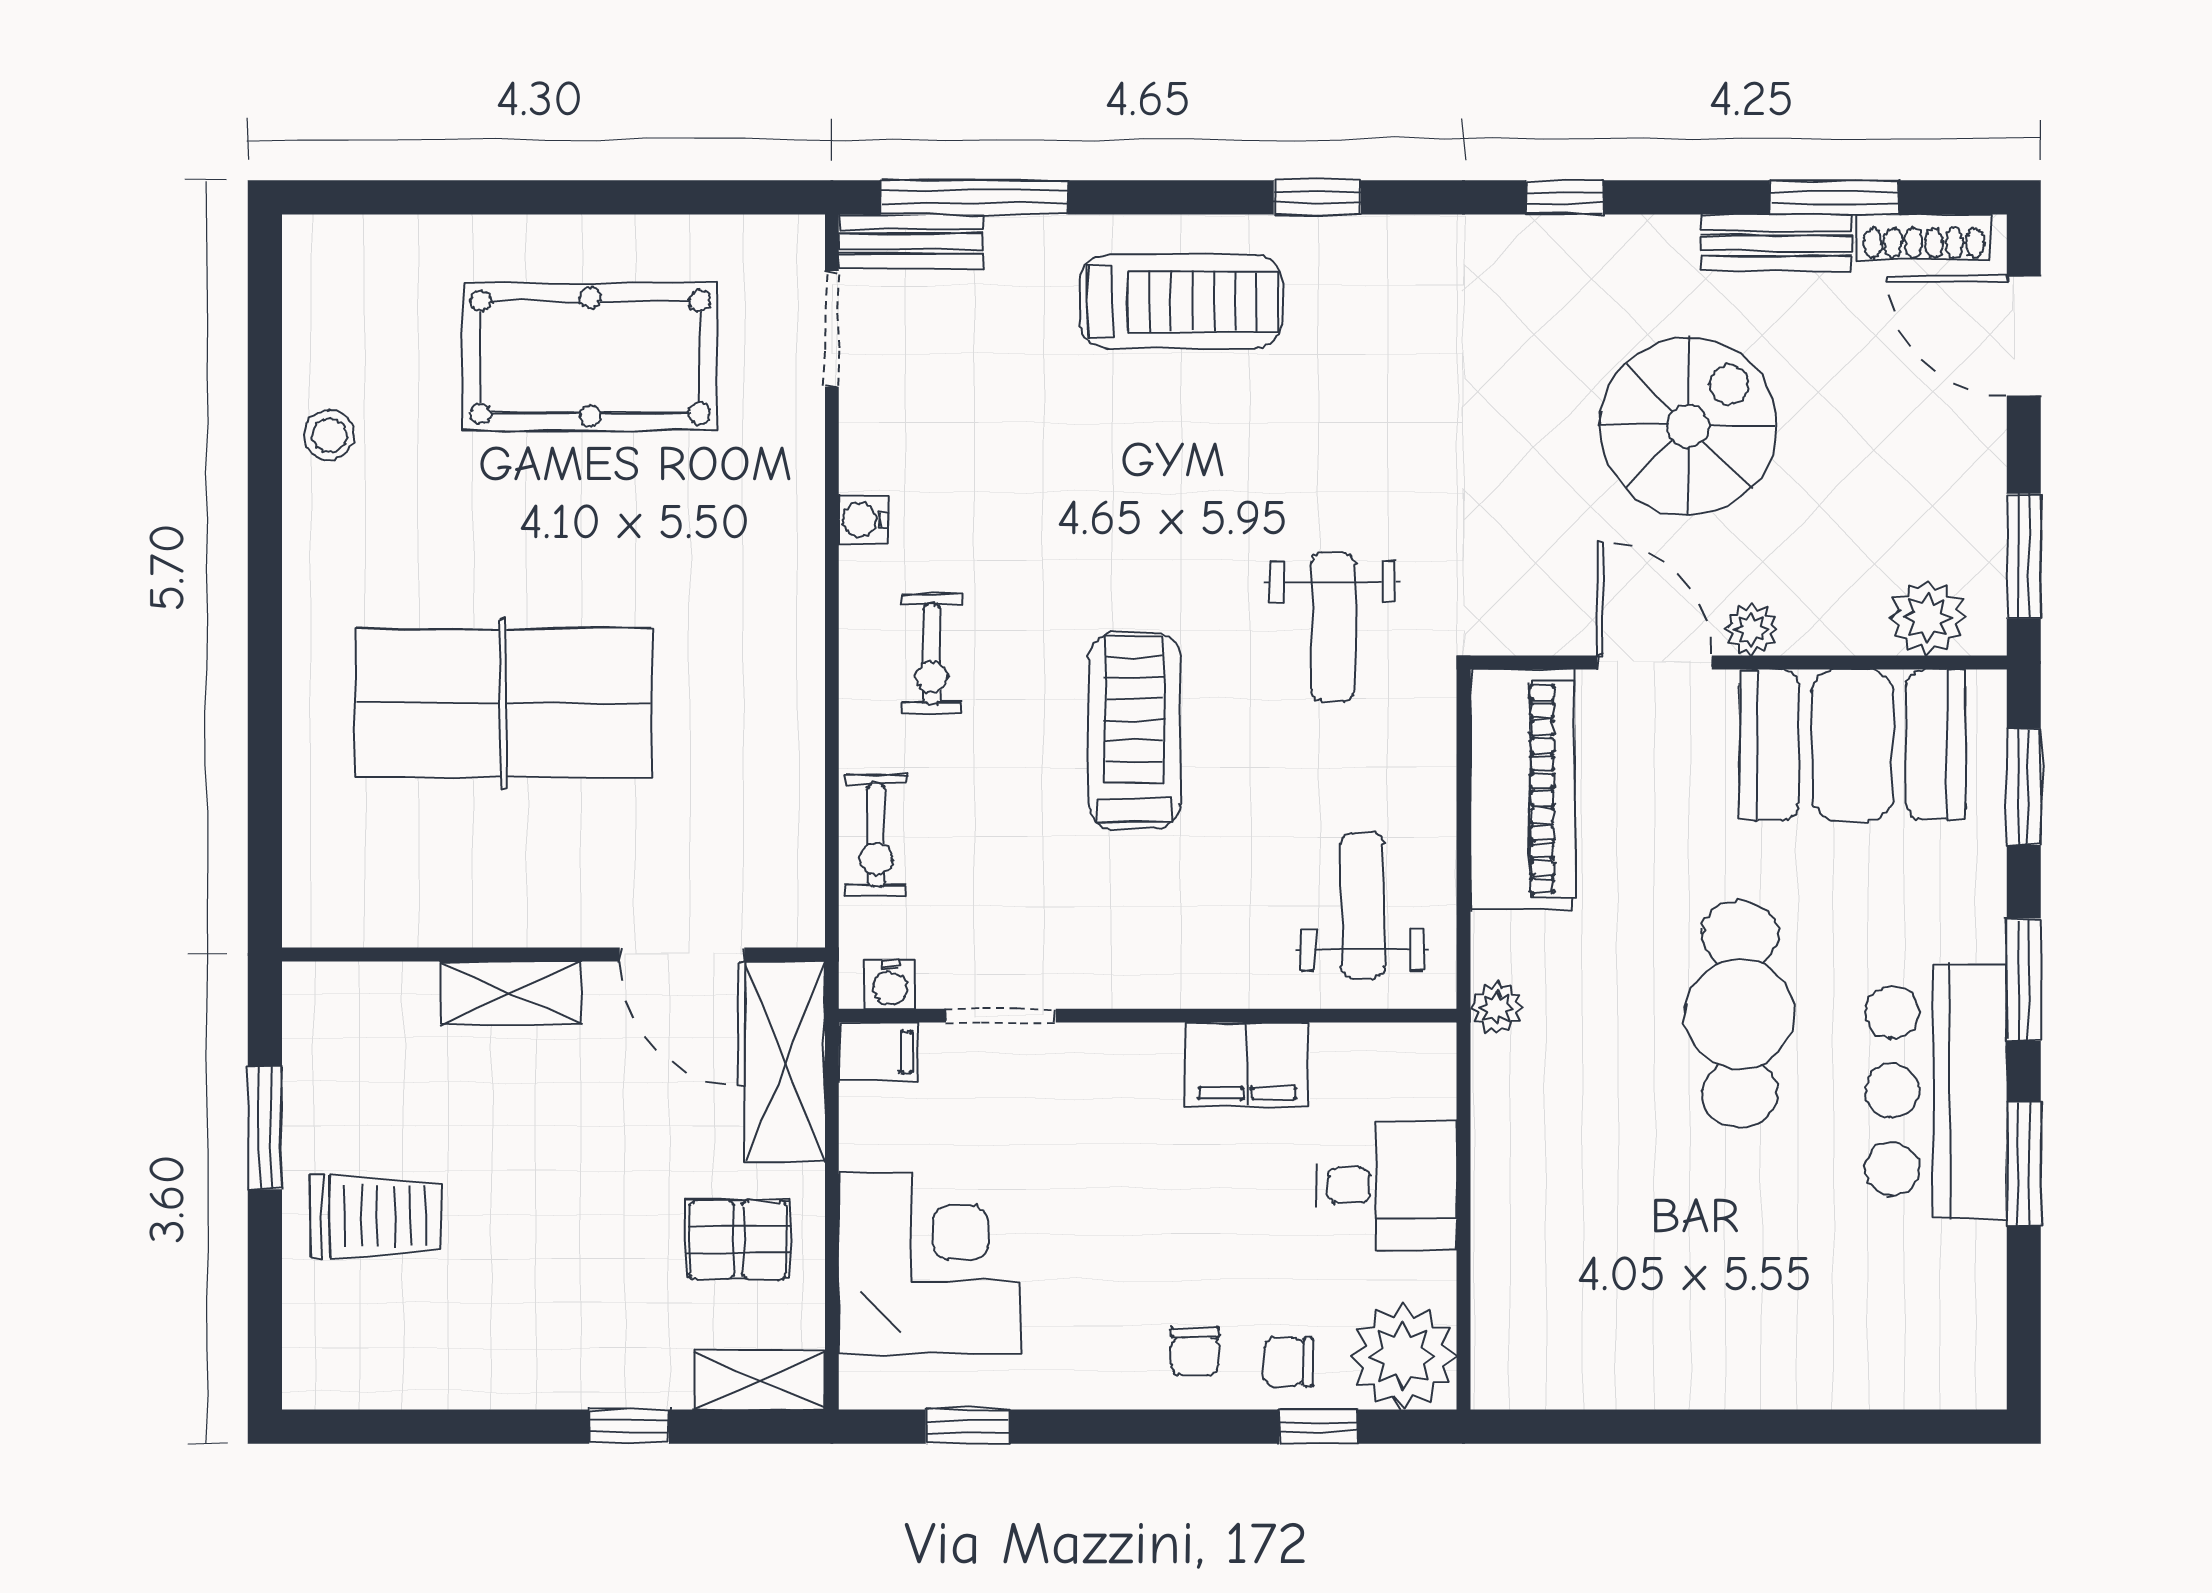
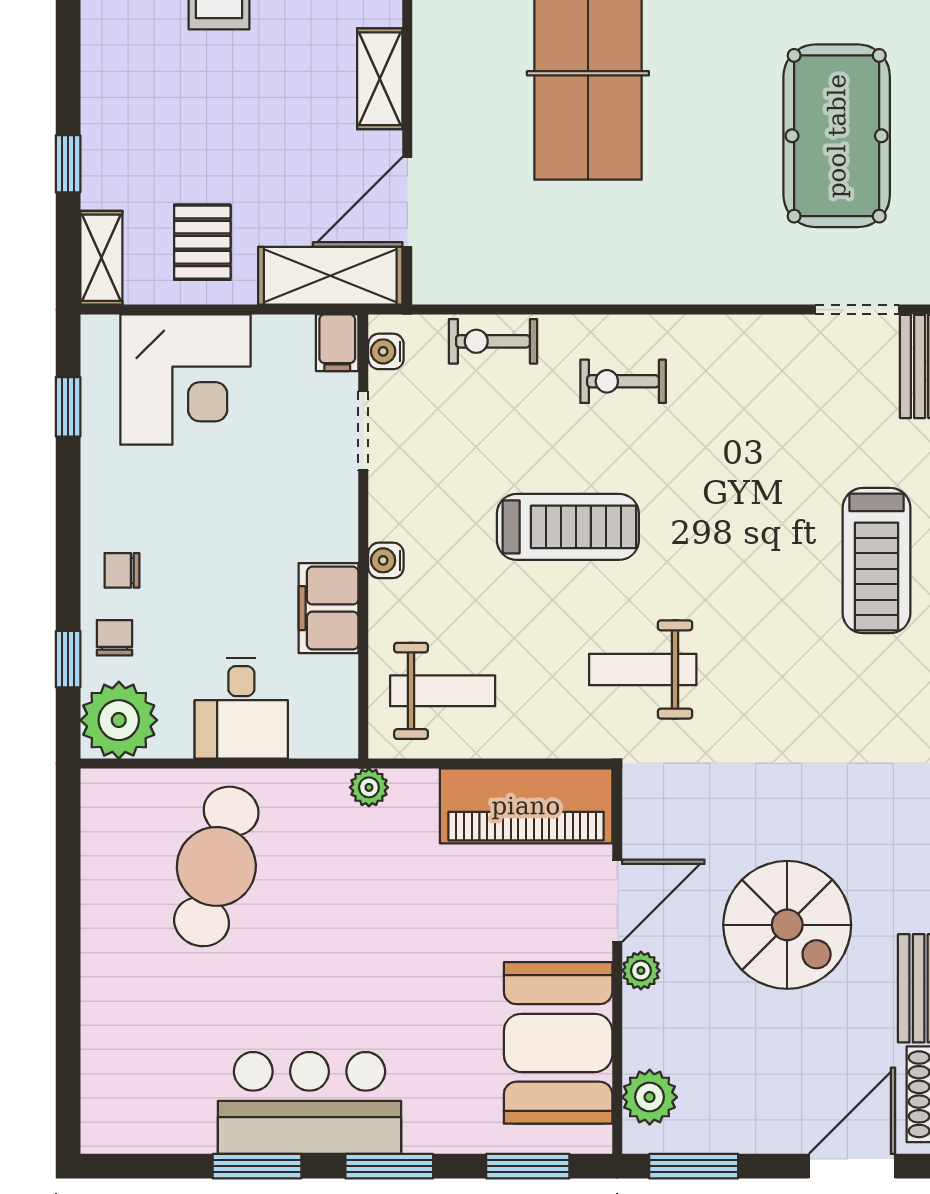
water cooler: (863, 520) -> (386, 560), moved, turned -90
cafe table: (1740, 1014) -> (216, 866), moved, turned -75

